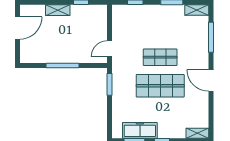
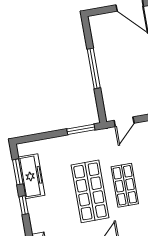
door: (109, 49) -> (124, 122), swing flipped

